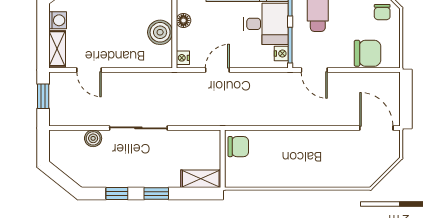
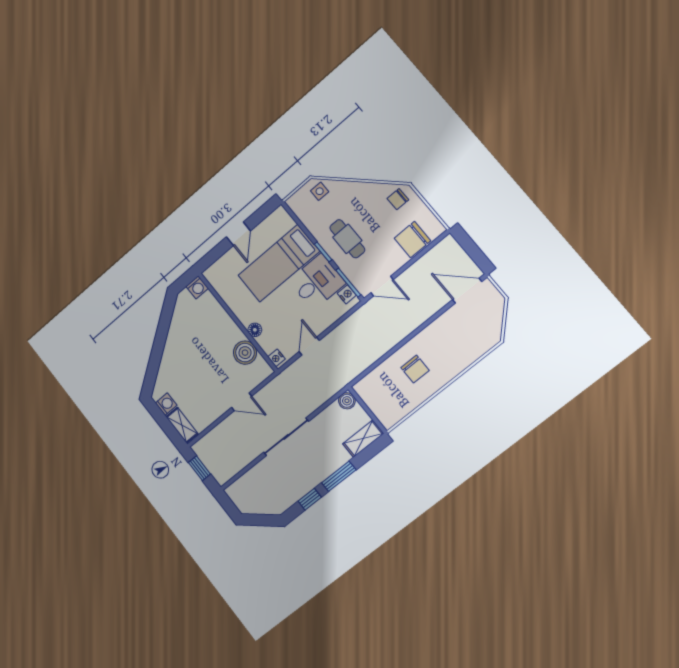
chair: (382, 12) -> (398, 199), turned 90
chair: (367, 53) -> (412, 239), turned 180
door: (89, 70) -> (242, 402), moved
boiler: (93, 138) -> (347, 401), moved
chair: (238, 147) -> (415, 369), moved, turned 90
window: (156, 194) -> (339, 476), width x1.50

